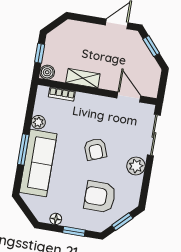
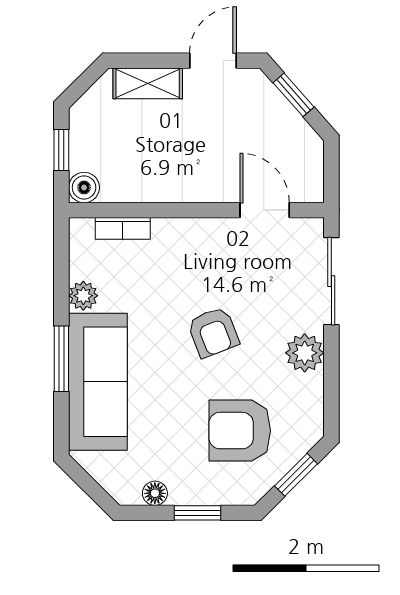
shelving: (83, 78) -> (148, 83), moved

